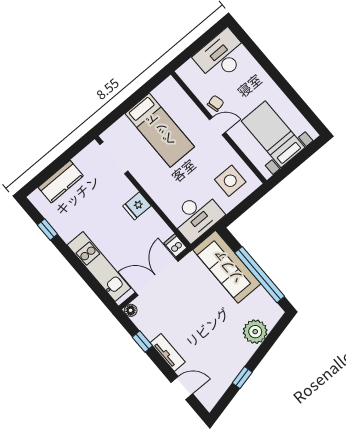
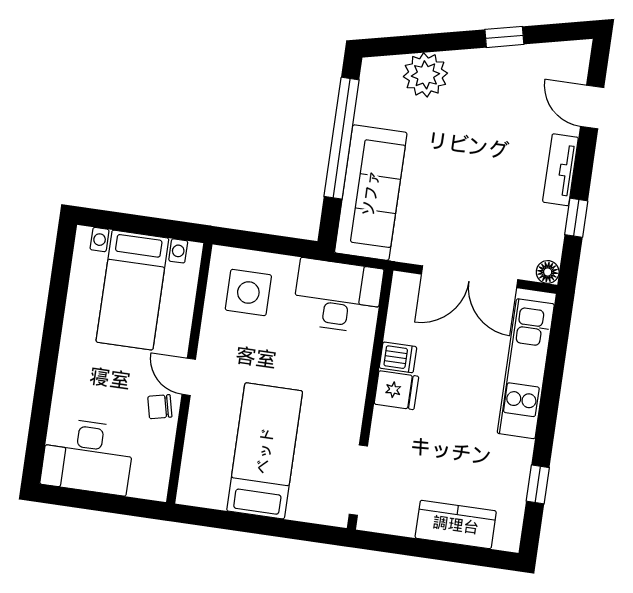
dishwasher: (175, 245) -> (398, 357), moved, turned -90

